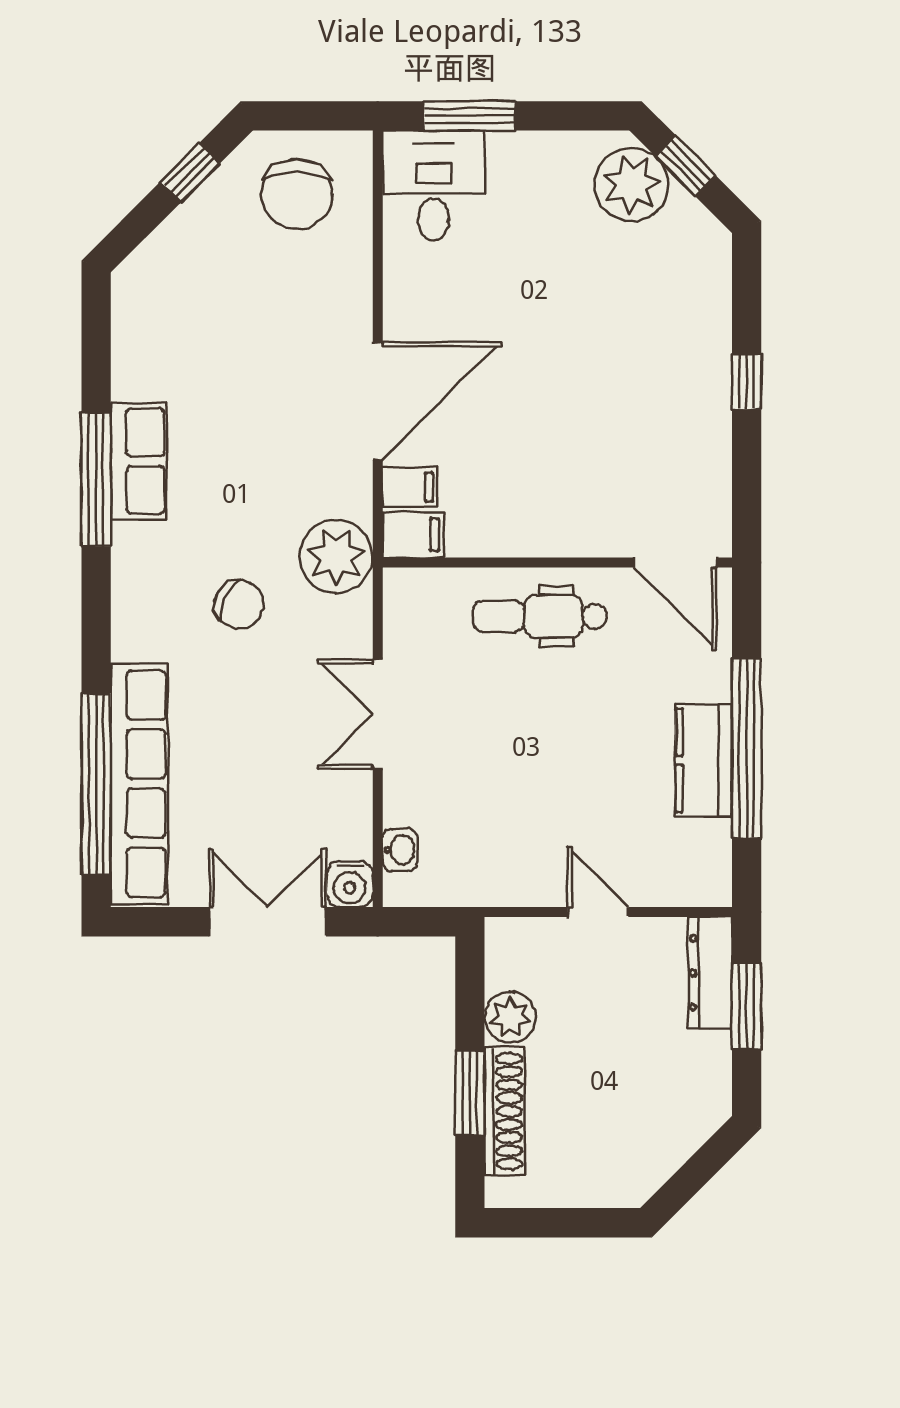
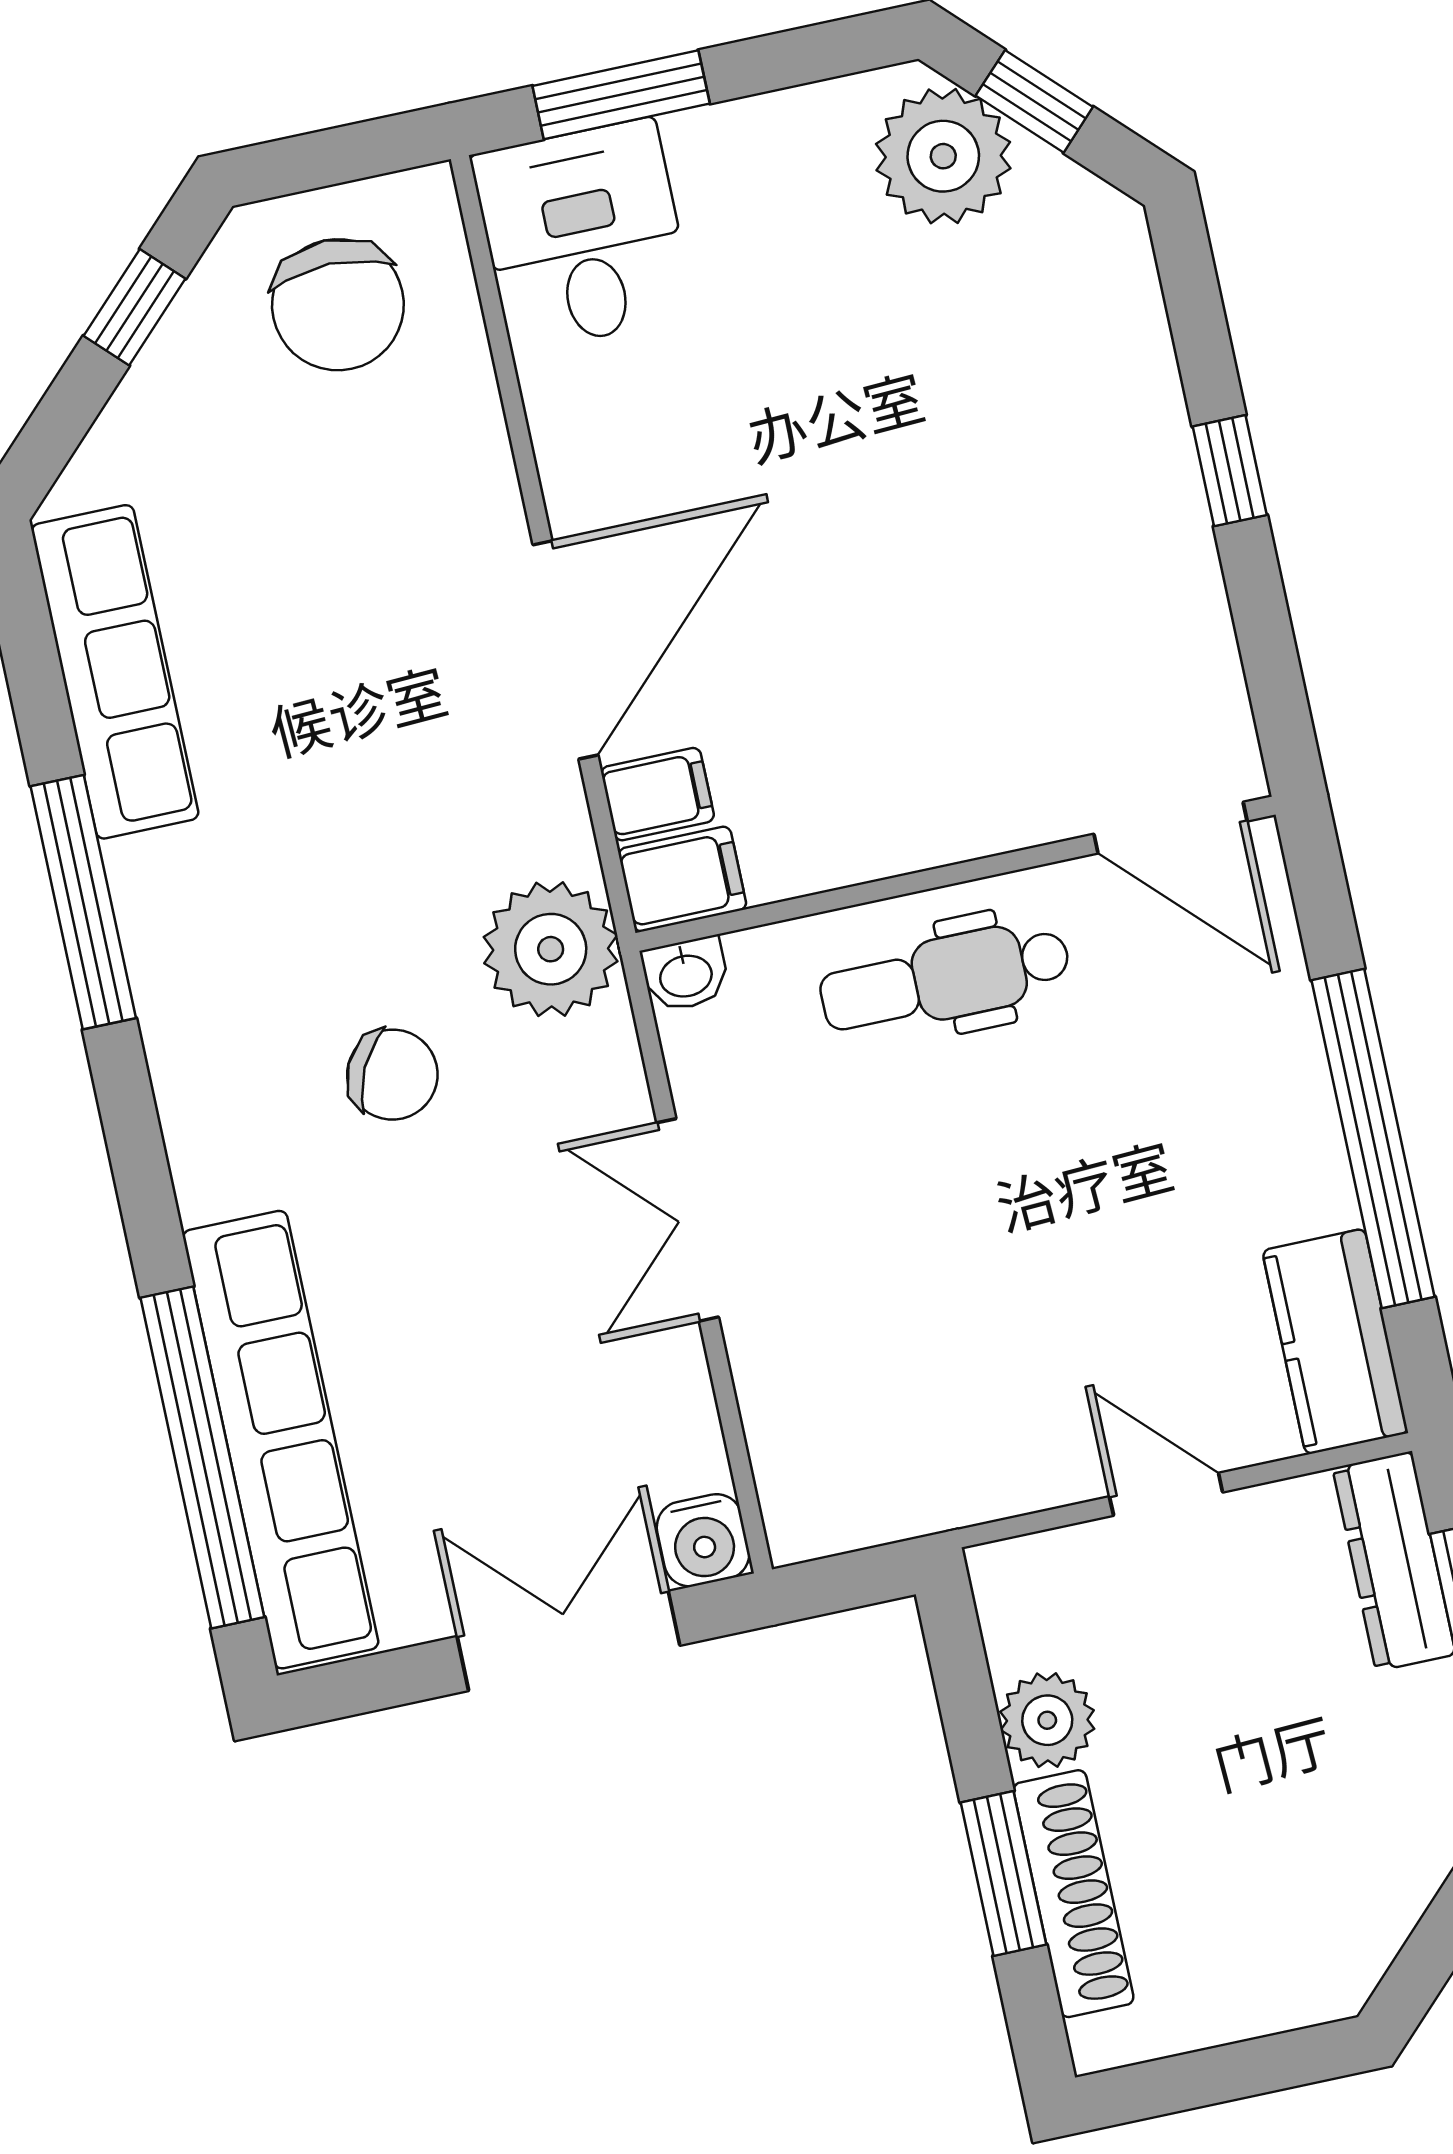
row of seats: (139, 461) -> (115, 672), moved, width x1.48
kitchen counter: (704, 760) -> (1335, 1342), moved
washbasin: (400, 850) -> (686, 974), moved, turned 90

